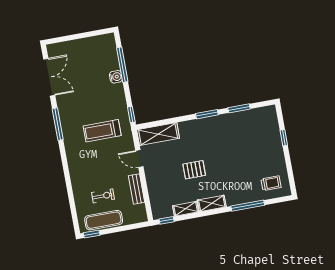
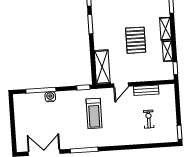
pallet: (194, 170) -> (136, 40), width x1.50, depth x1.42
exercise mat: (104, 220) -> (169, 121), removed

